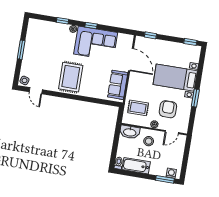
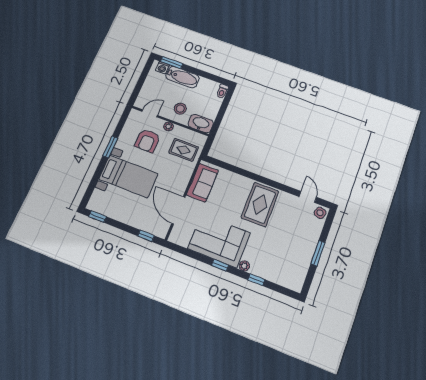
bathtub: (136, 166) -> (182, 77), moved

